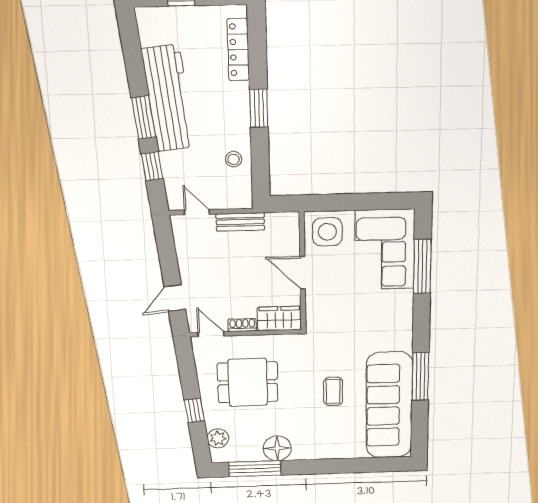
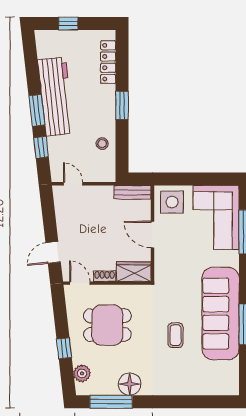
bench: (240, 222) -> (133, 192), moved
sofa: (389, 405) -> (221, 314), moved

